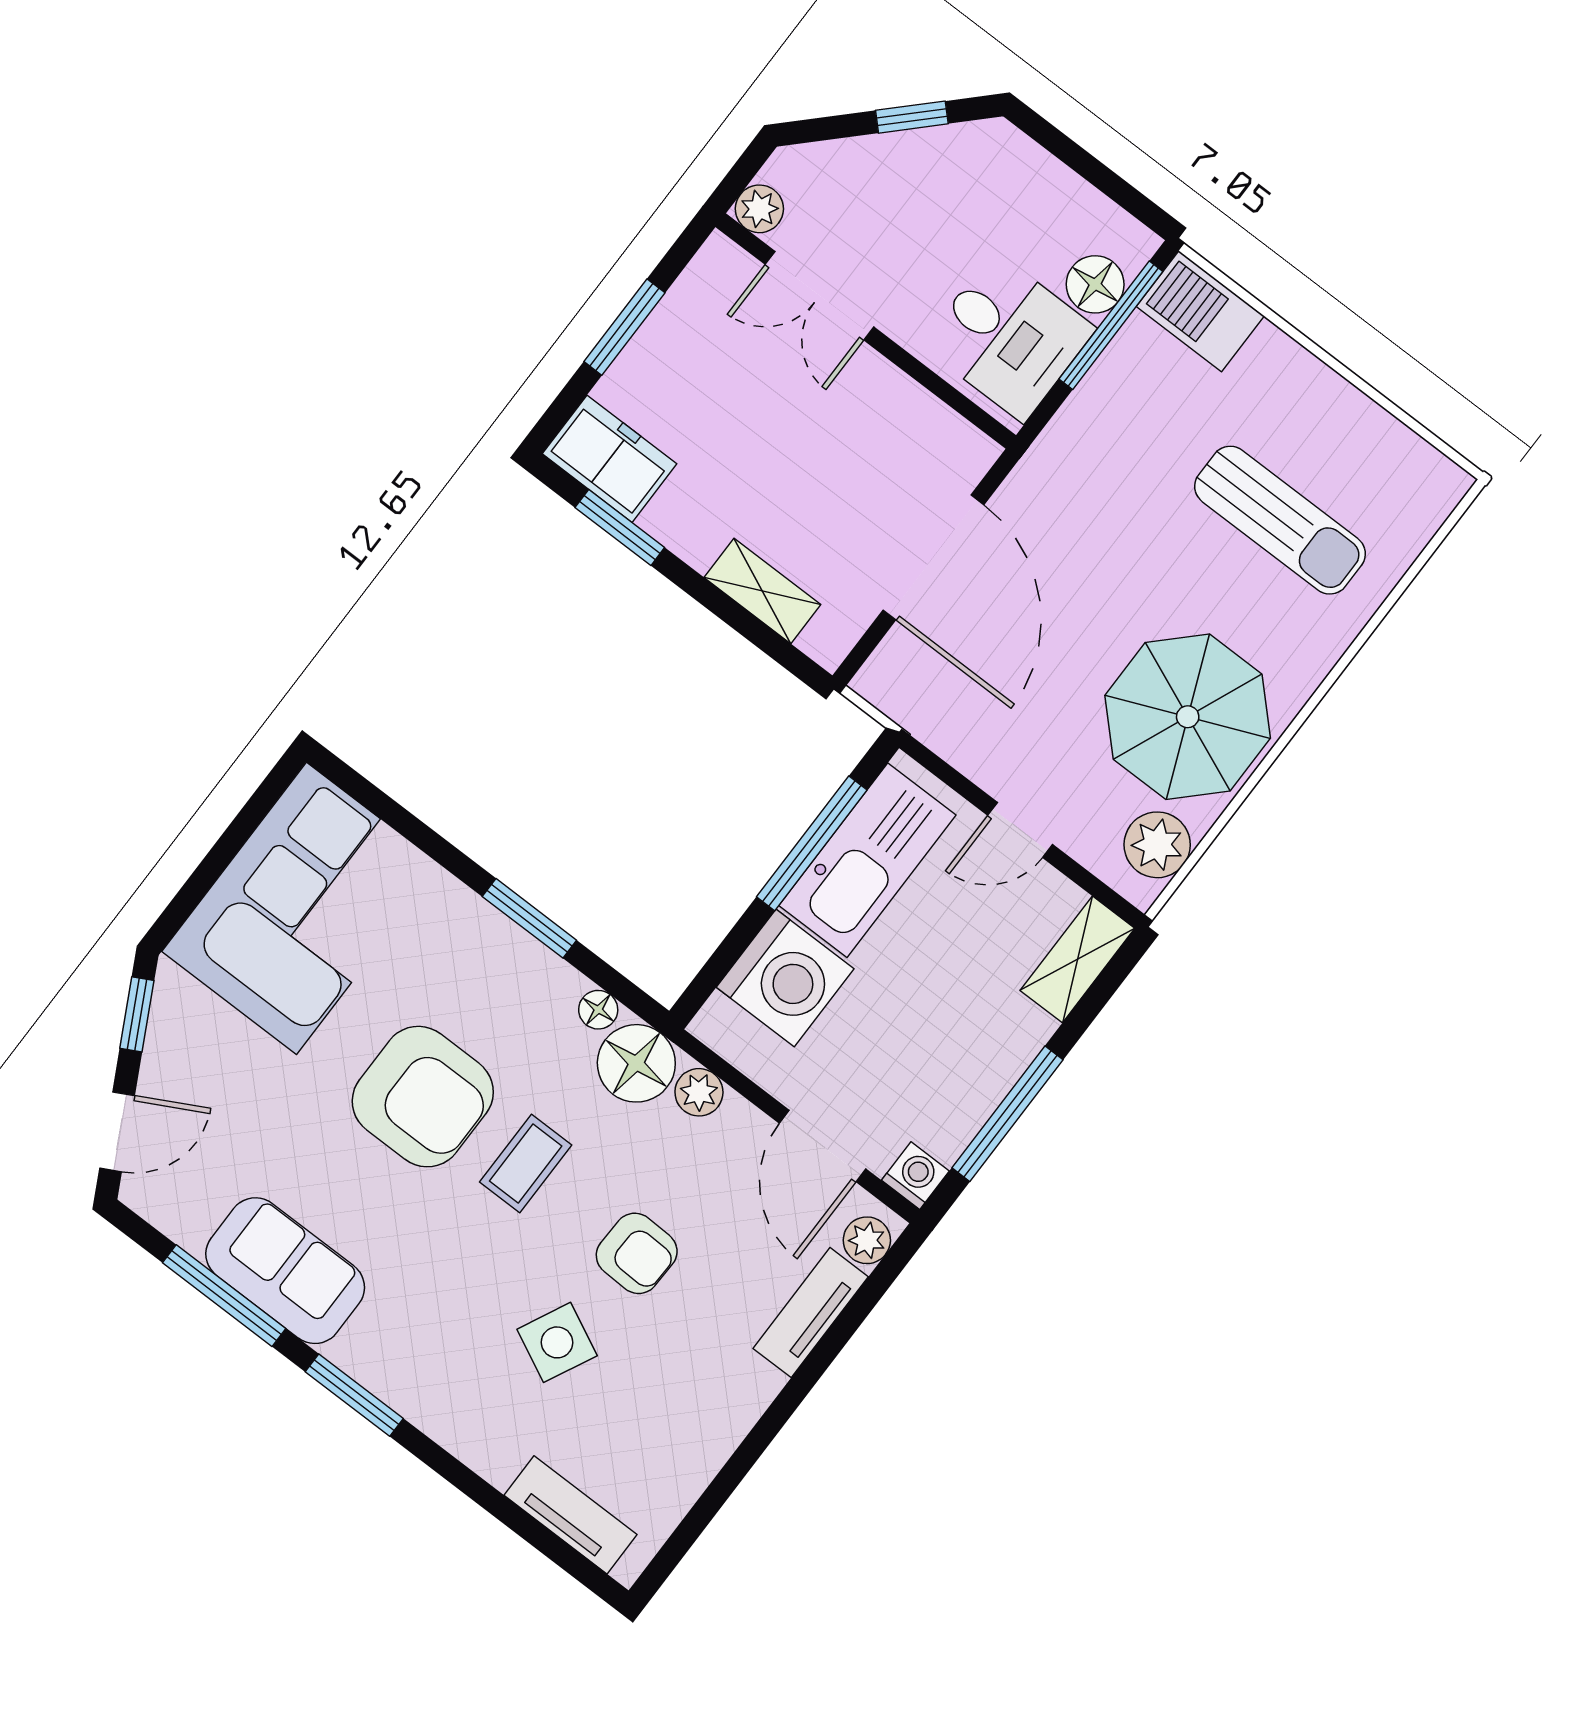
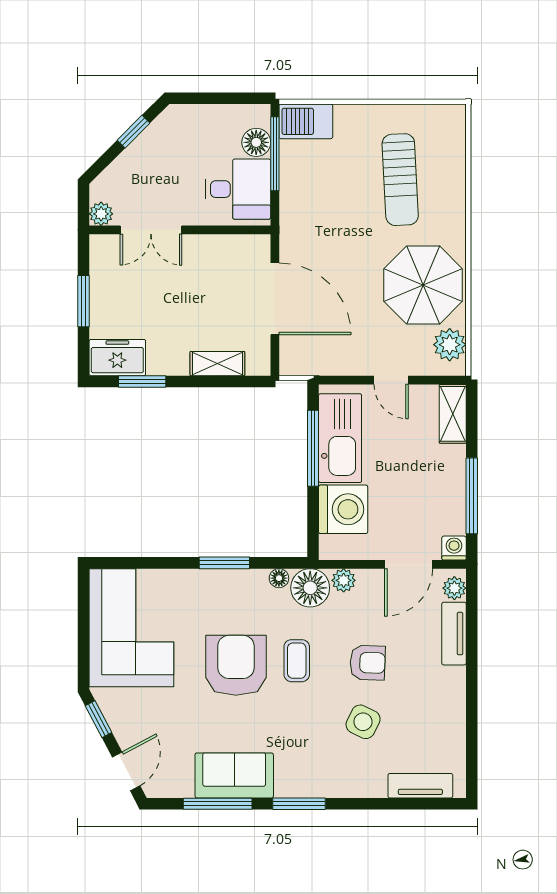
sun lounger: (1280, 520) -> (400, 180), turned 87
door: (1020, 830) -> (391, 380), hinge flipped
armchair: (423, 1097) -> (236, 665), turned -90
door: (823, 1146) -> (409, 564), hinge flipped

